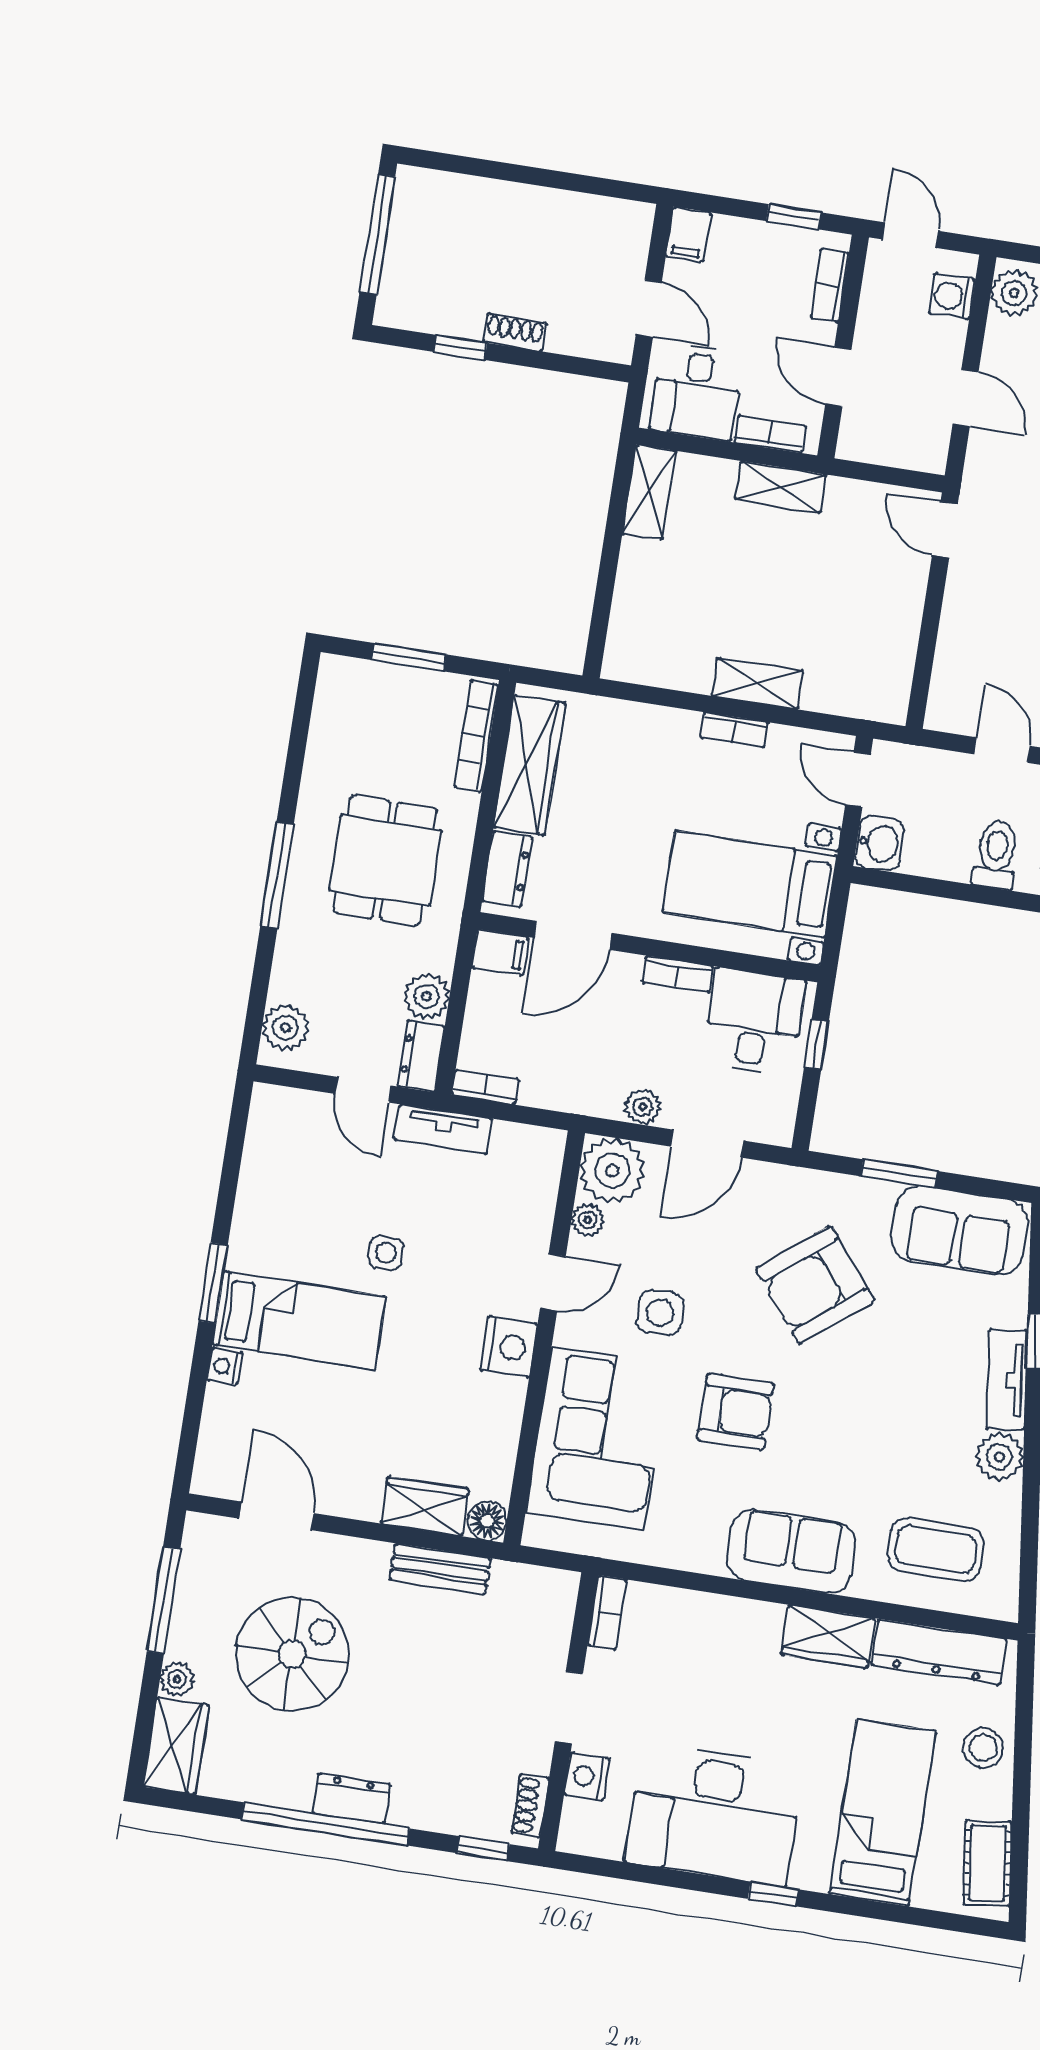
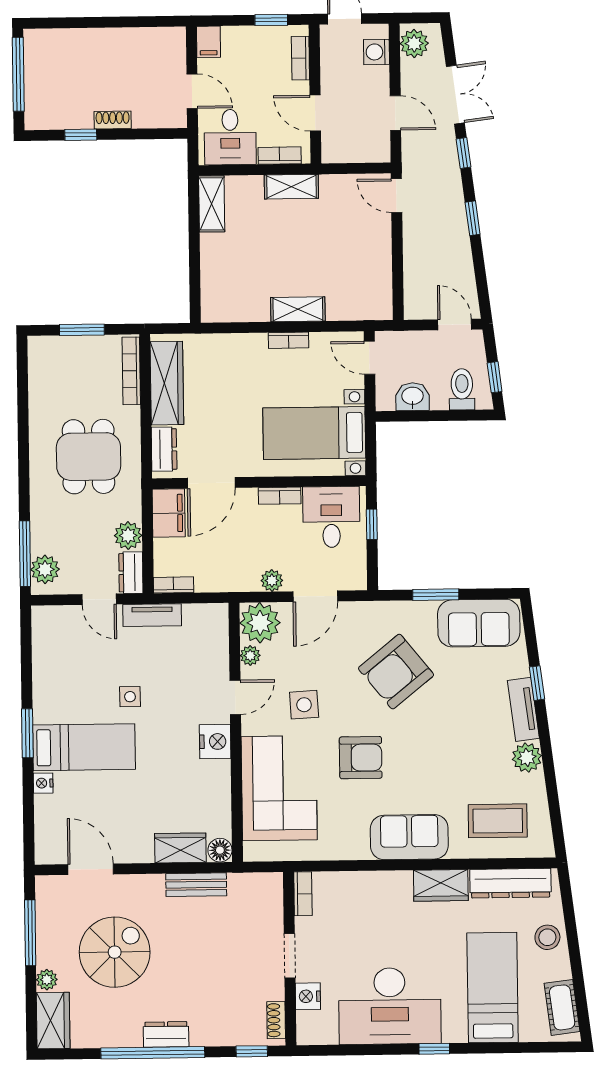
washbasin: (879, 843) -> (413, 397), moved, turned -90
window: (277, 875) -> (25, 554), moved
filing cabinet: (500, 952) -> (169, 513), width x2.00

